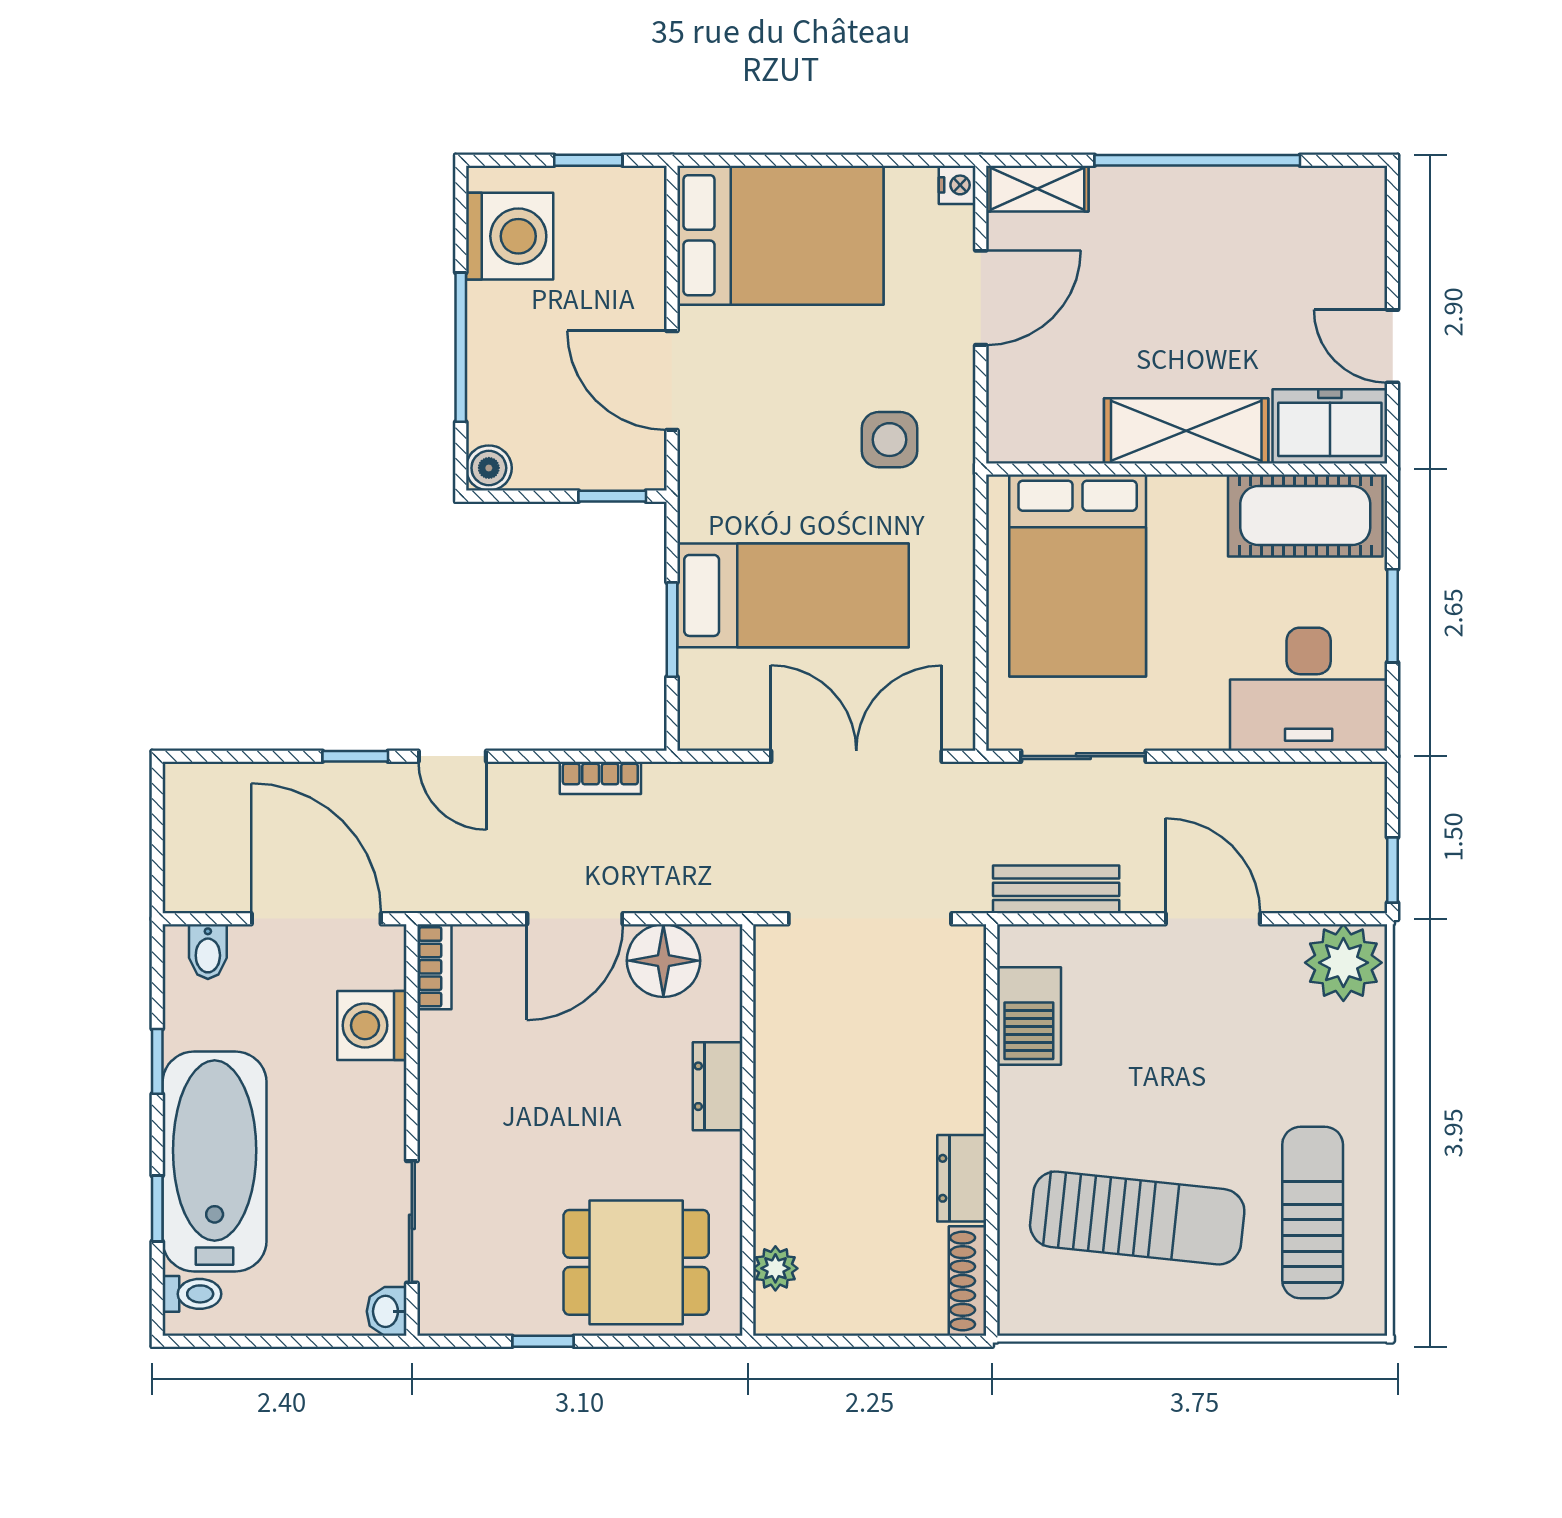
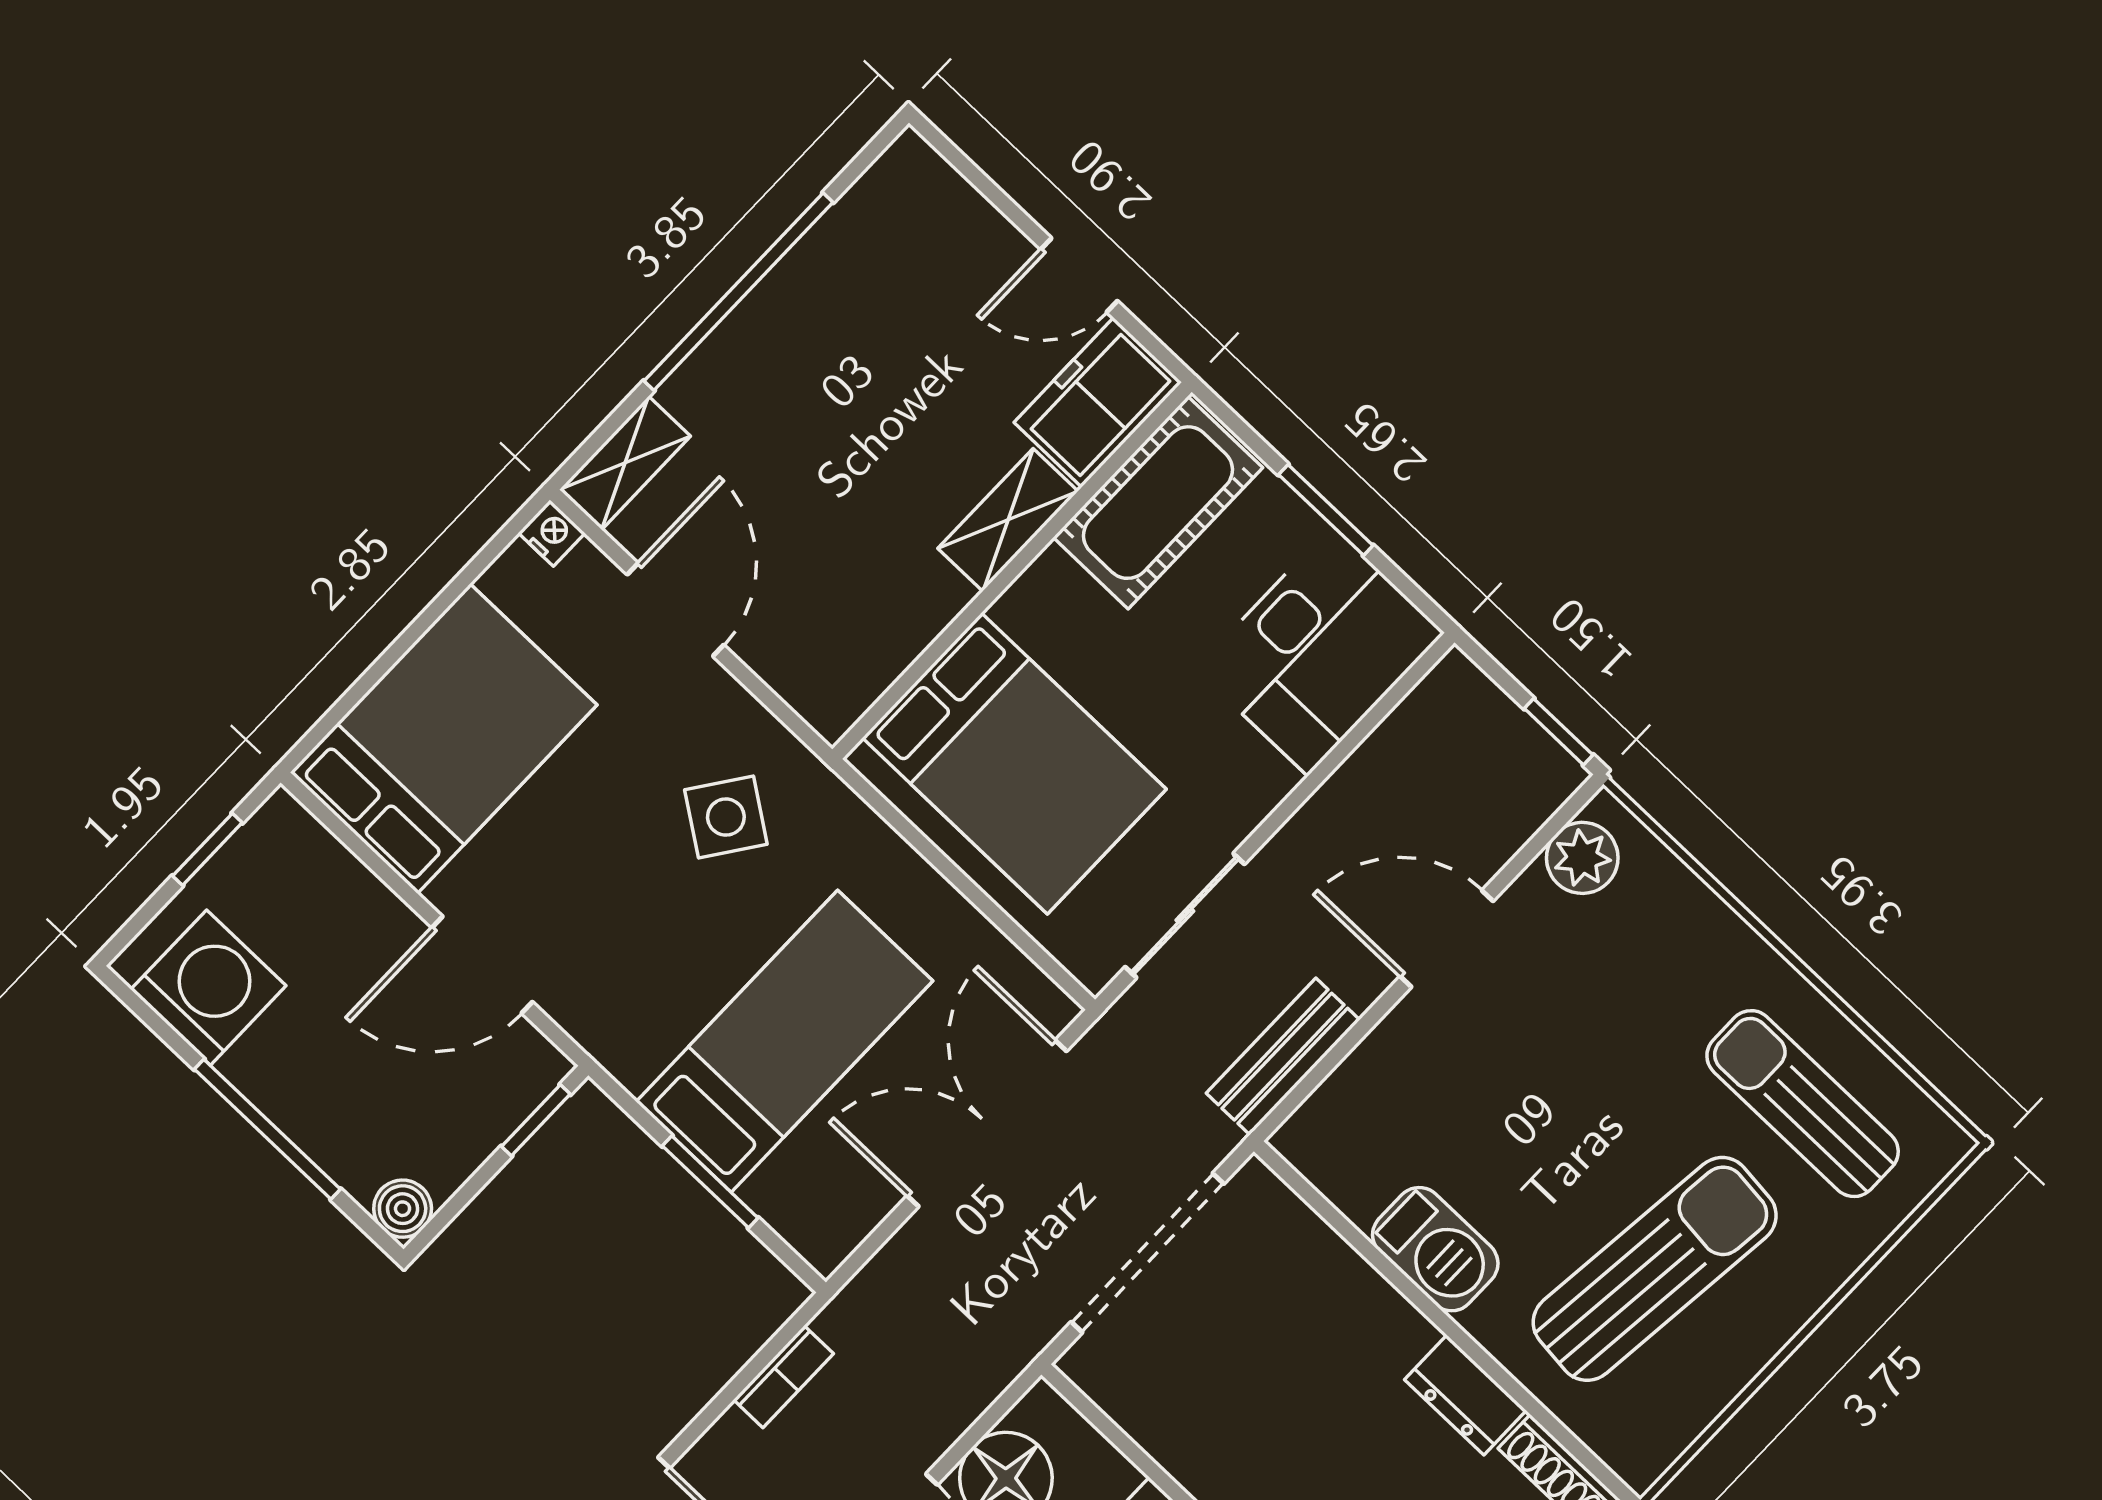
shelving: (1186, 431) -> (1008, 520), width x0.67, depth x0.75
side table: (890, 440) -> (726, 817), turned 35
plant: (1343, 963) -> (1582, 858), width x0.73, depth x0.73
barbecue: (1029, 1016) -> (1435, 1249), moved

